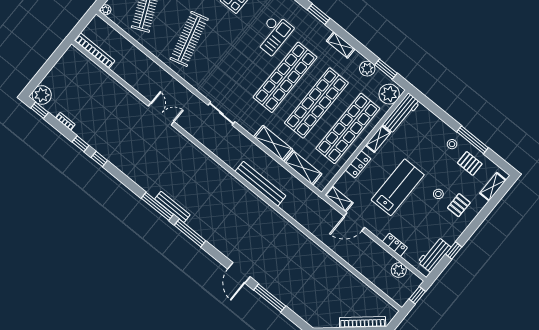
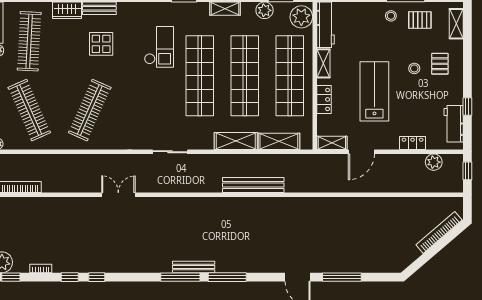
clothes rail: (189, 39) -> (90, 110), turned 39

